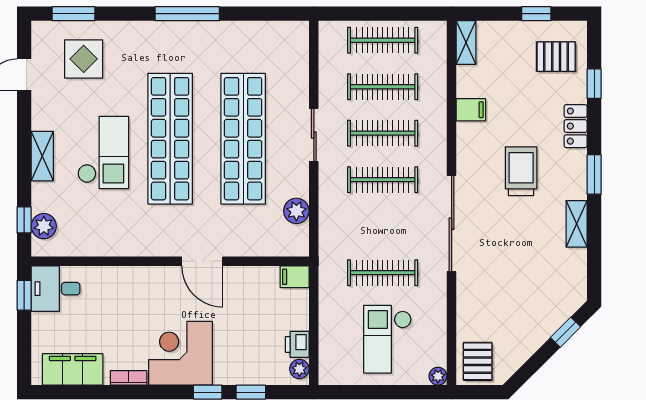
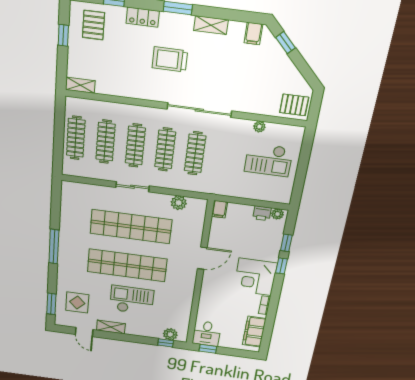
filing cabinet: (471, 110) -> (253, 33), moved, turned 180
shelving: (42, 156) -> (111, 327), moved
clothes rail: (383, 273) -> (195, 153), moved
plant: (438, 376) -> (259, 127), moved

